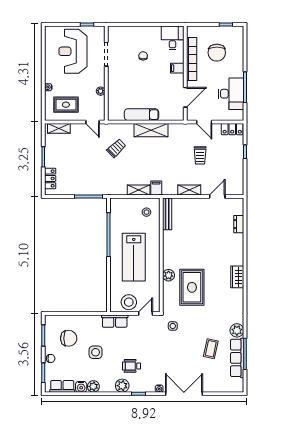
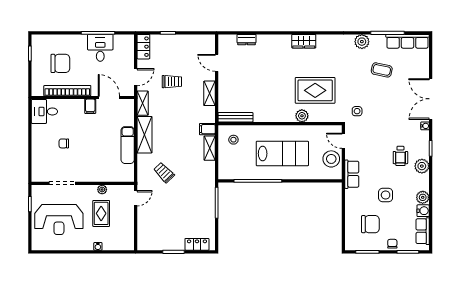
filing cabinet: (177, 68) -> (90, 106), moved
desk: (231, 94) -> (100, 48), width x0.73
rug: (66, 105) -> (101, 213), moved
shelving: (59, 128) -> (143, 103), moved
chair: (69, 338) -> (370, 224), turned 90
row of seats: (237, 358) -> (407, 41), moved

